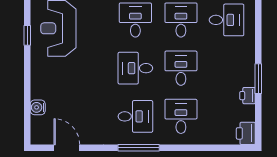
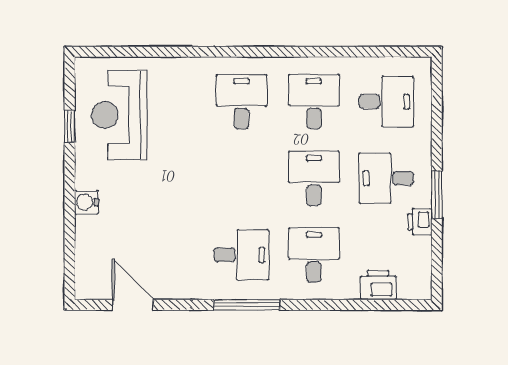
desk: (135, 68) -> (386, 178), moved
water cooler: (38, 107) -> (86, 202), moved
printer: (246, 133) -> (378, 285), moved, turned 90

